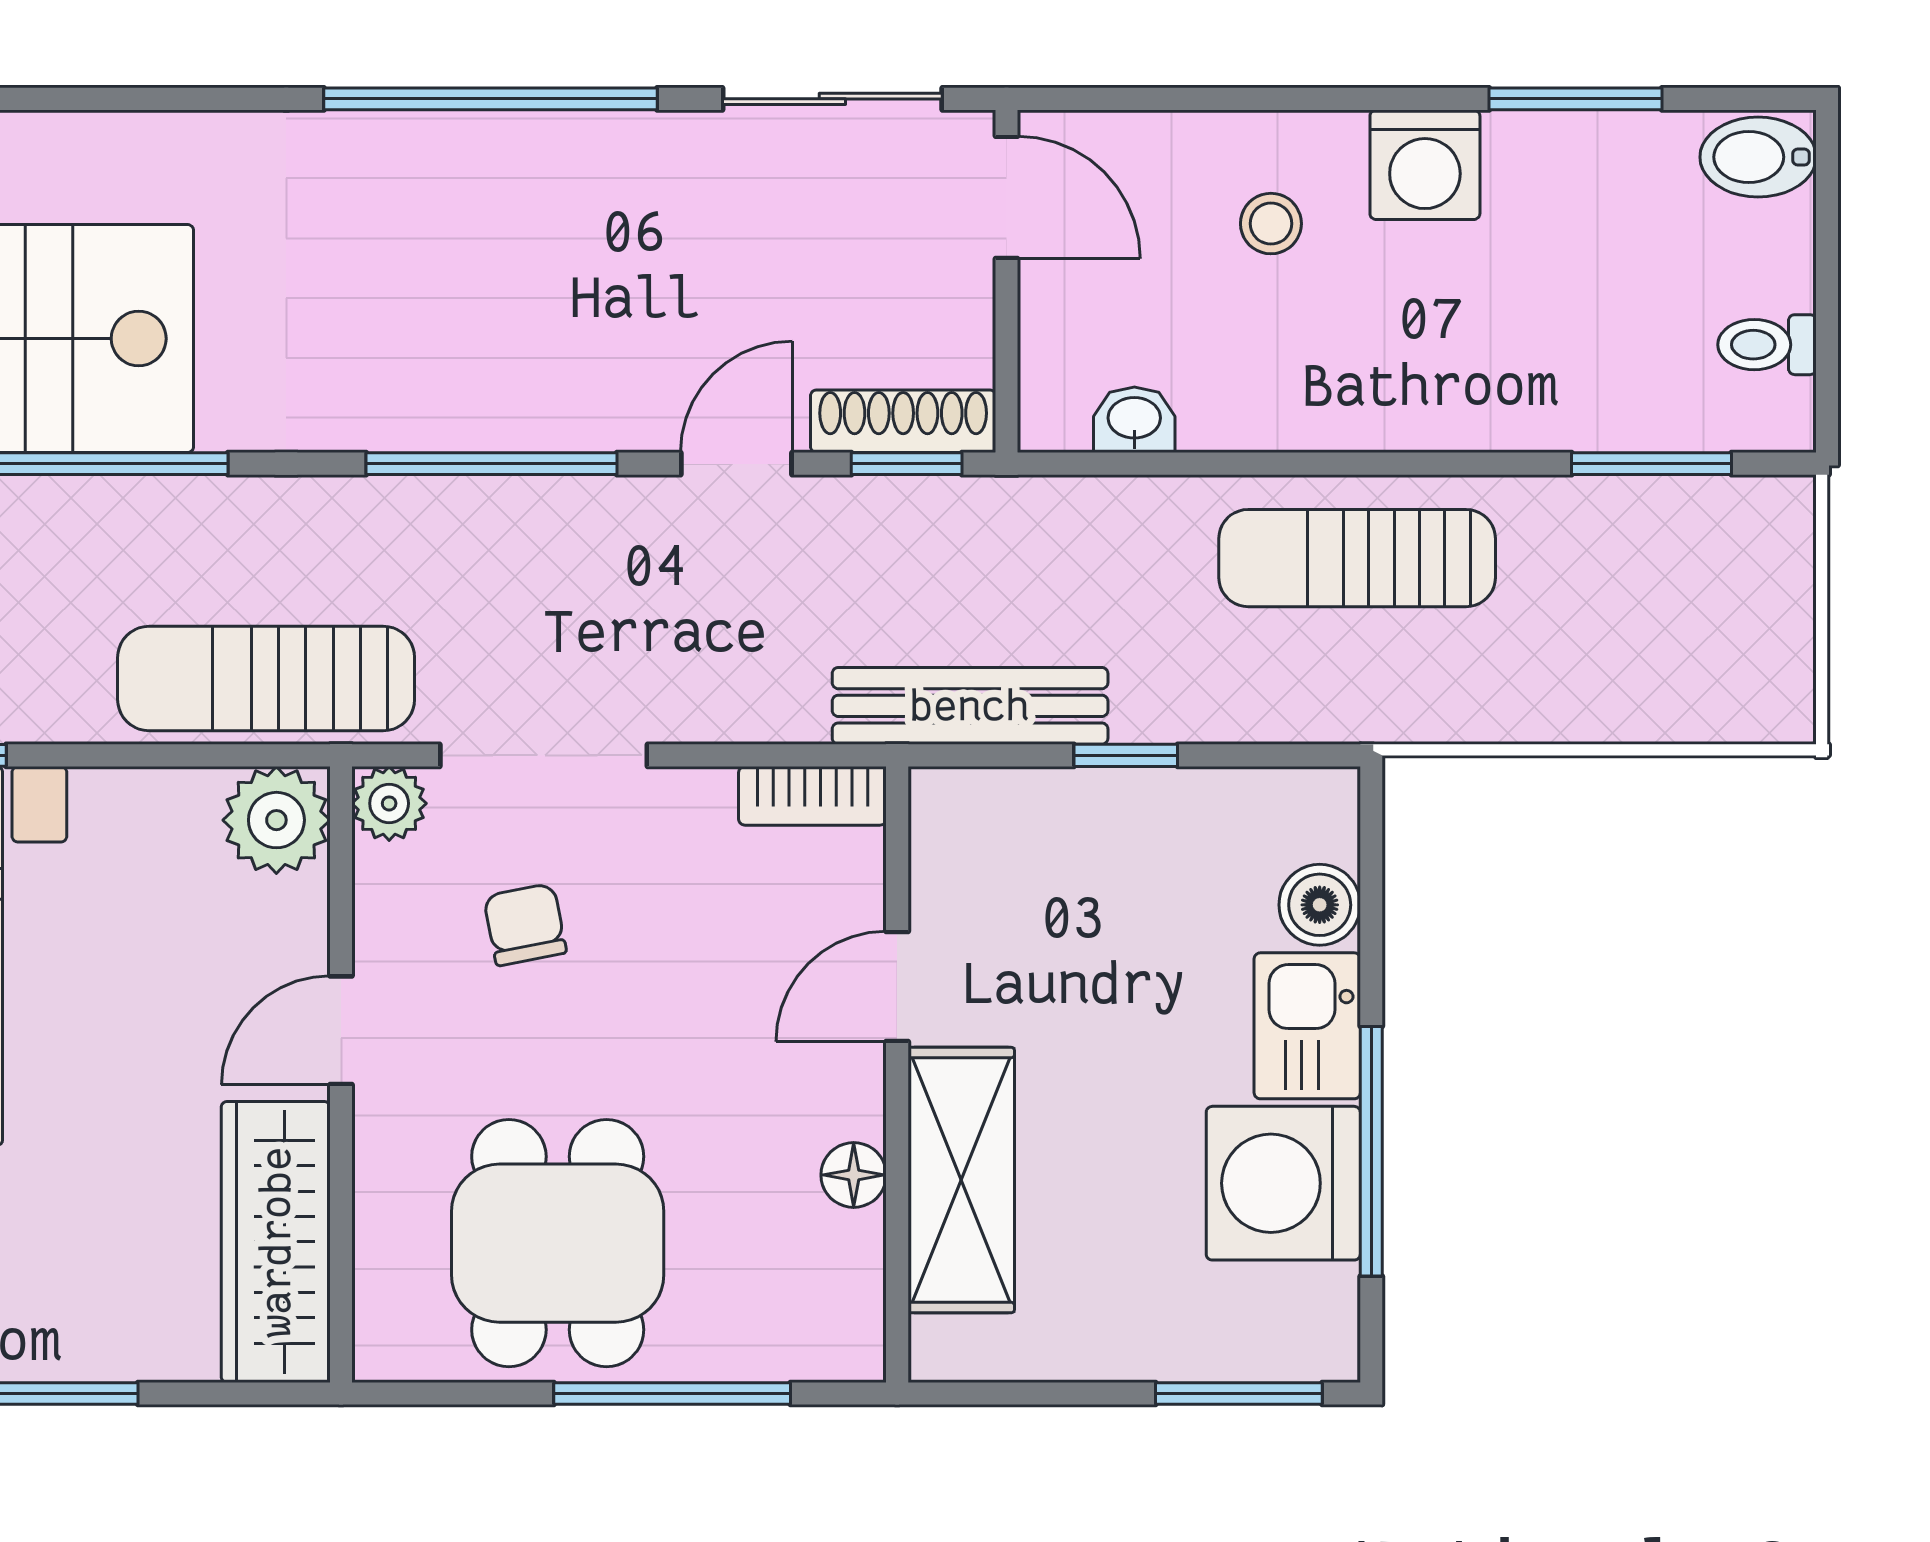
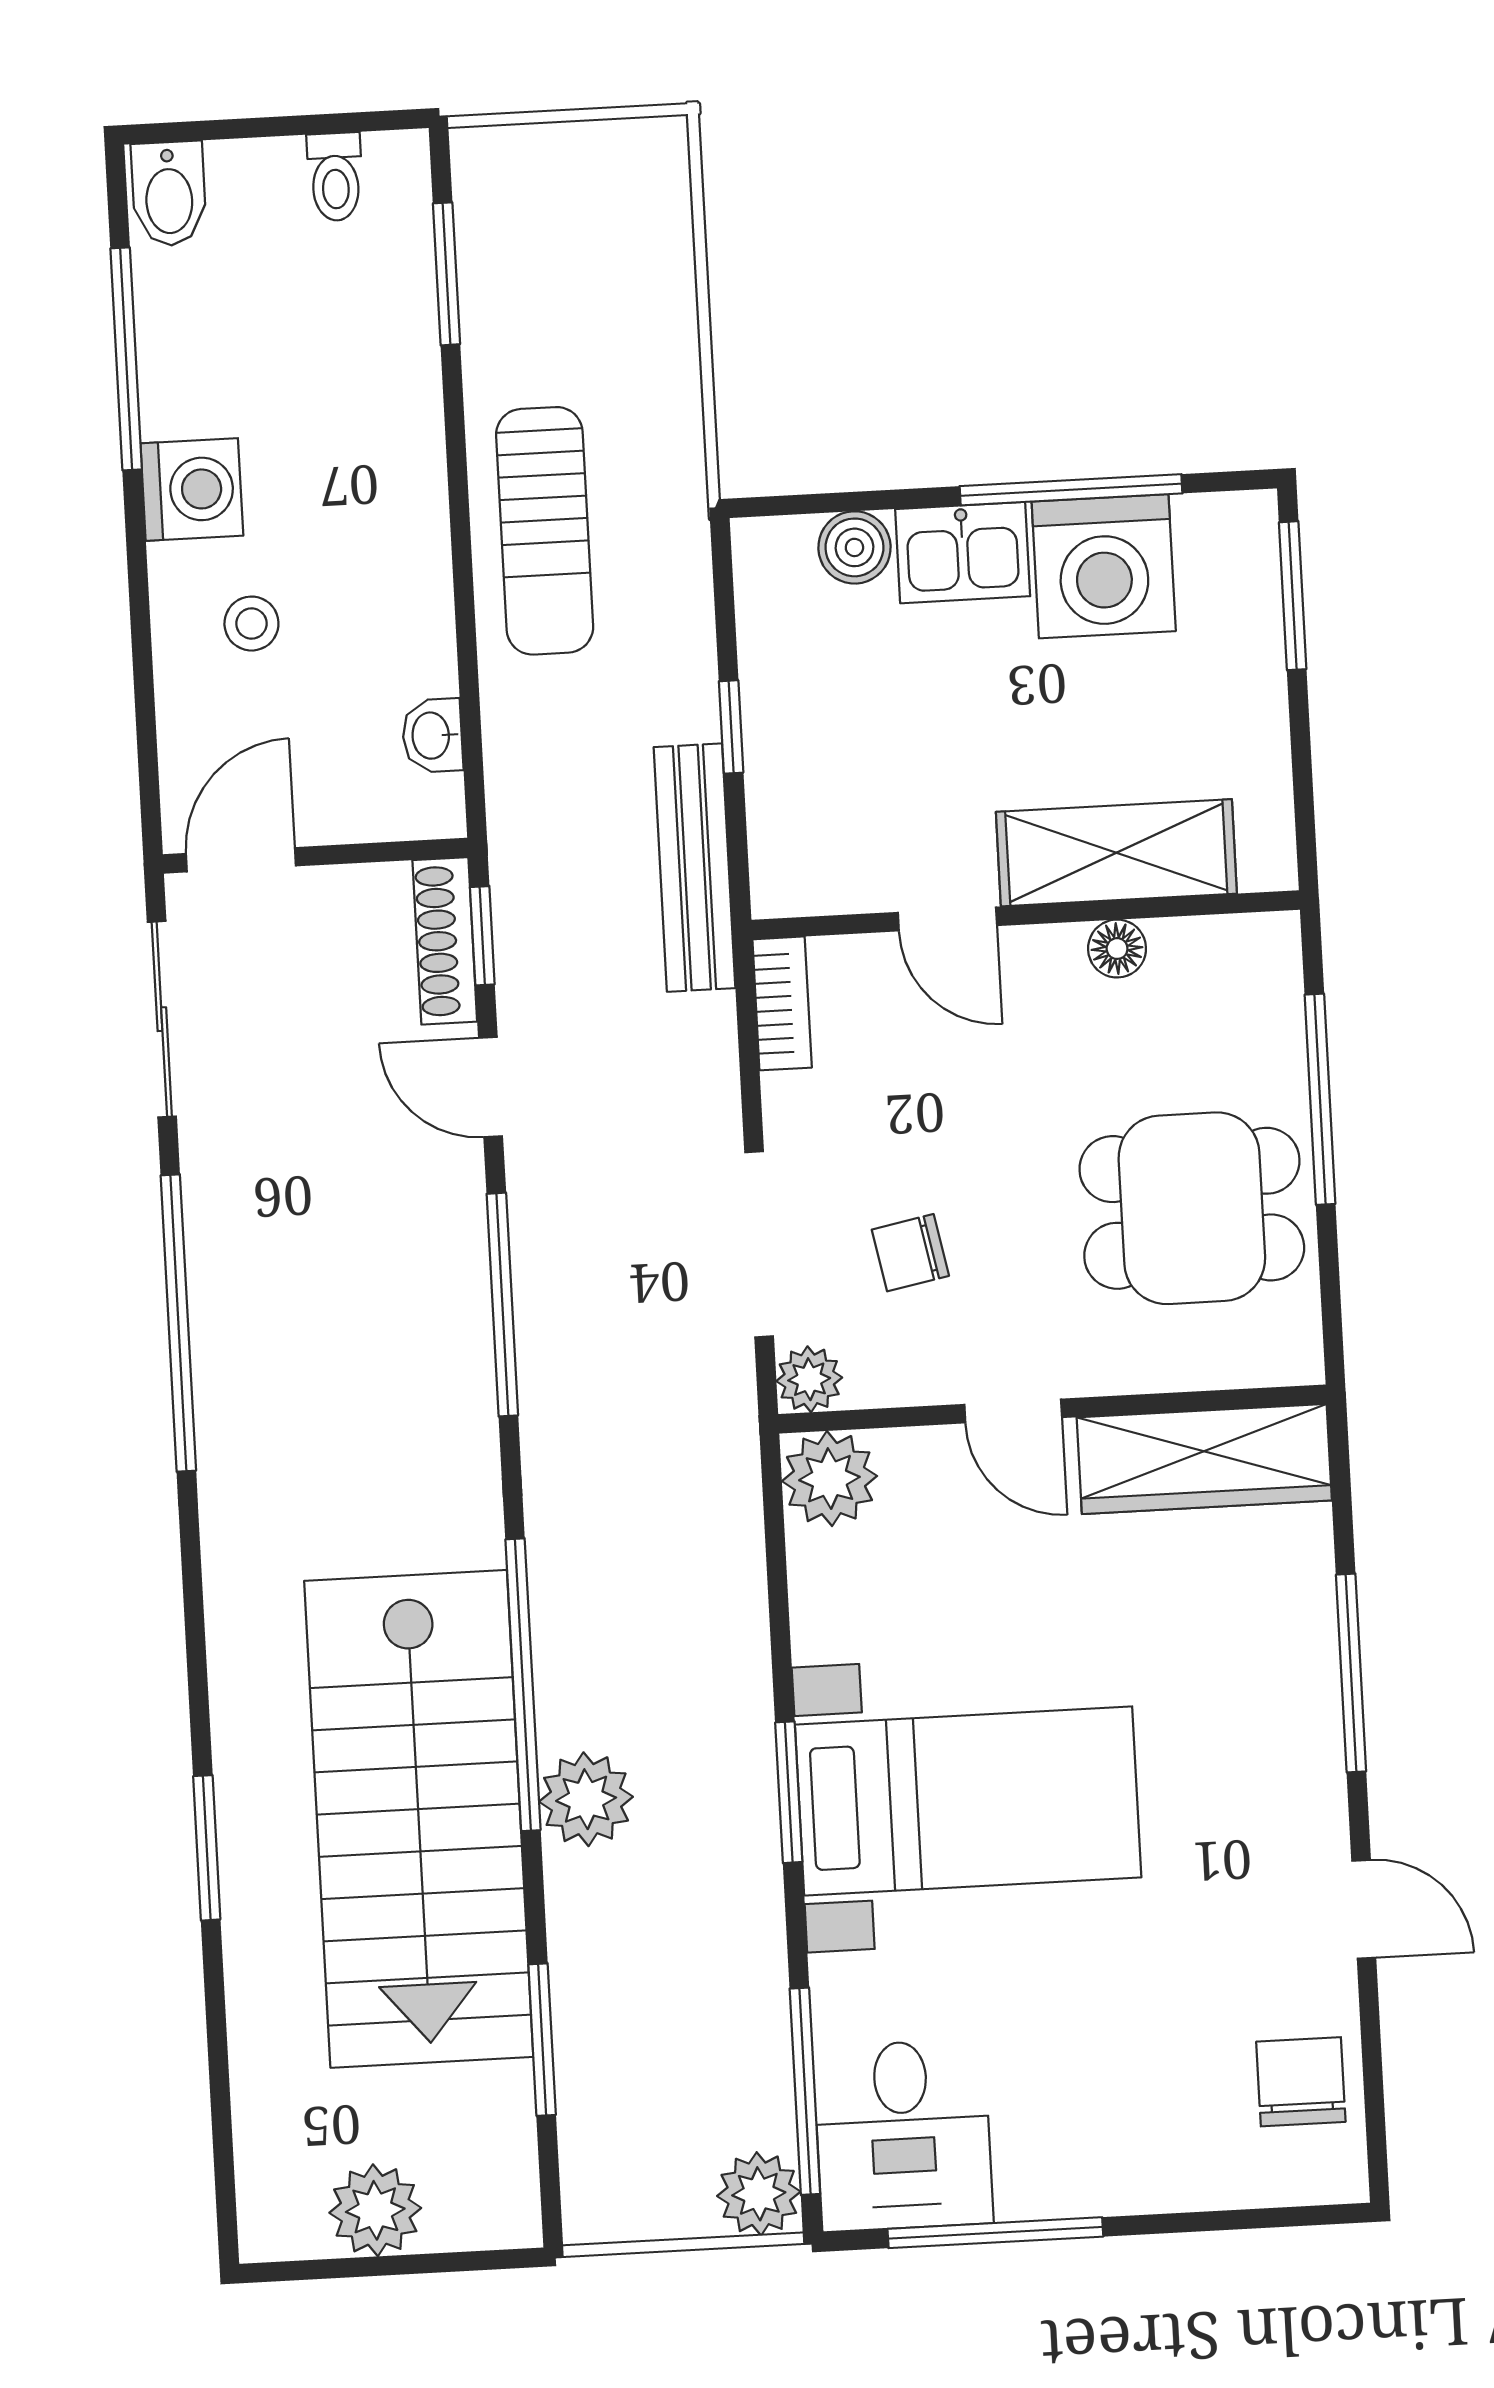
window: (1576, 99) -> (126, 359), width x1.44
sun lounger: (266, 679) -> (704, 1495), removed

